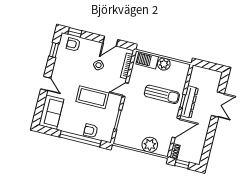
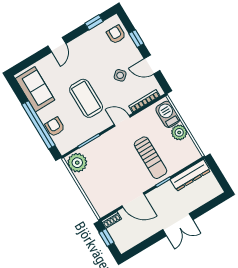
window: (75, 32) -> (136, 39), moved
dresser: (189, 102) -> (190, 175), moved
double door: (218, 105) -> (178, 225), moved
sofa: (51, 112) -> (35, 89), moved, turned -90
plant: (150, 145) -> (77, 163), moved

